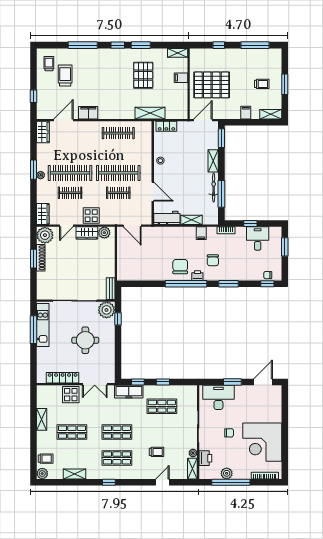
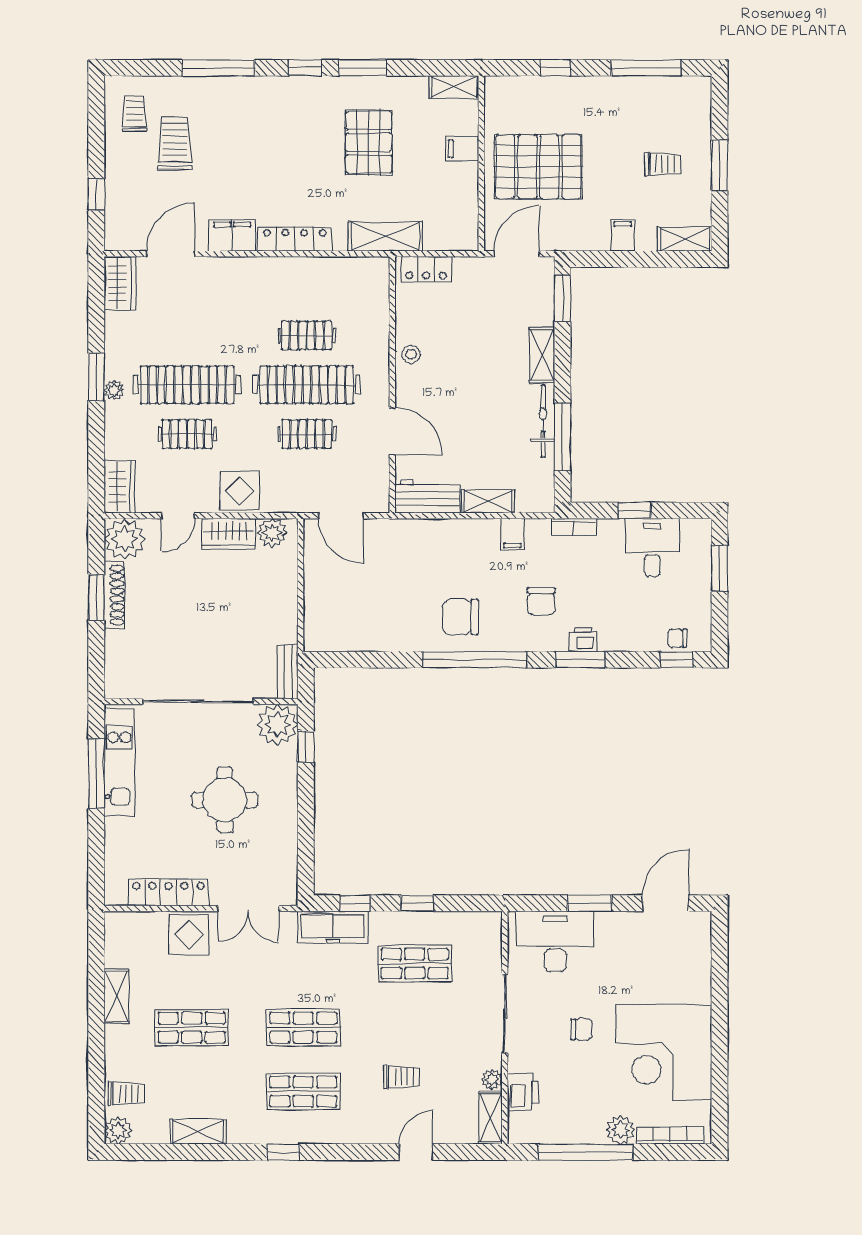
locker: (114, 114) -> (295, 239), added
clothes rail: (118, 133) -> (307, 335), moved, width x0.73
chair: (180, 267) -> (460, 617), turned -90
printer: (197, 276) -> (583, 639), moved
plant: (227, 473) -> (620, 1130), moved

